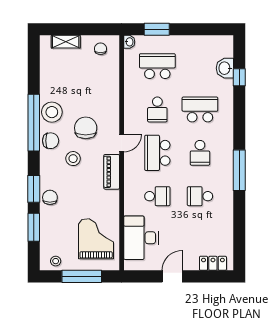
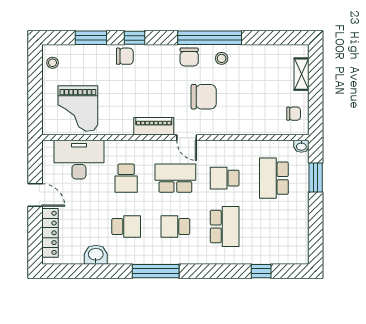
school desk: (157, 66) -> (274, 178), turned 180
washbasin: (225, 68) -> (96, 255), moved
stool: (52, 112) -> (222, 58), width x0.53, depth x0.53
stool: (73, 159) -> (169, 82), removed
window: (34, 189) -> (135, 38), width x0.67
school desk: (200, 196) -> (126, 227), turned 90
grand piano: (96, 239) -> (78, 109), turned 90
locker: (213, 263) -> (50, 233), width x1.53
window: (82, 276) -> (35, 92), removed

